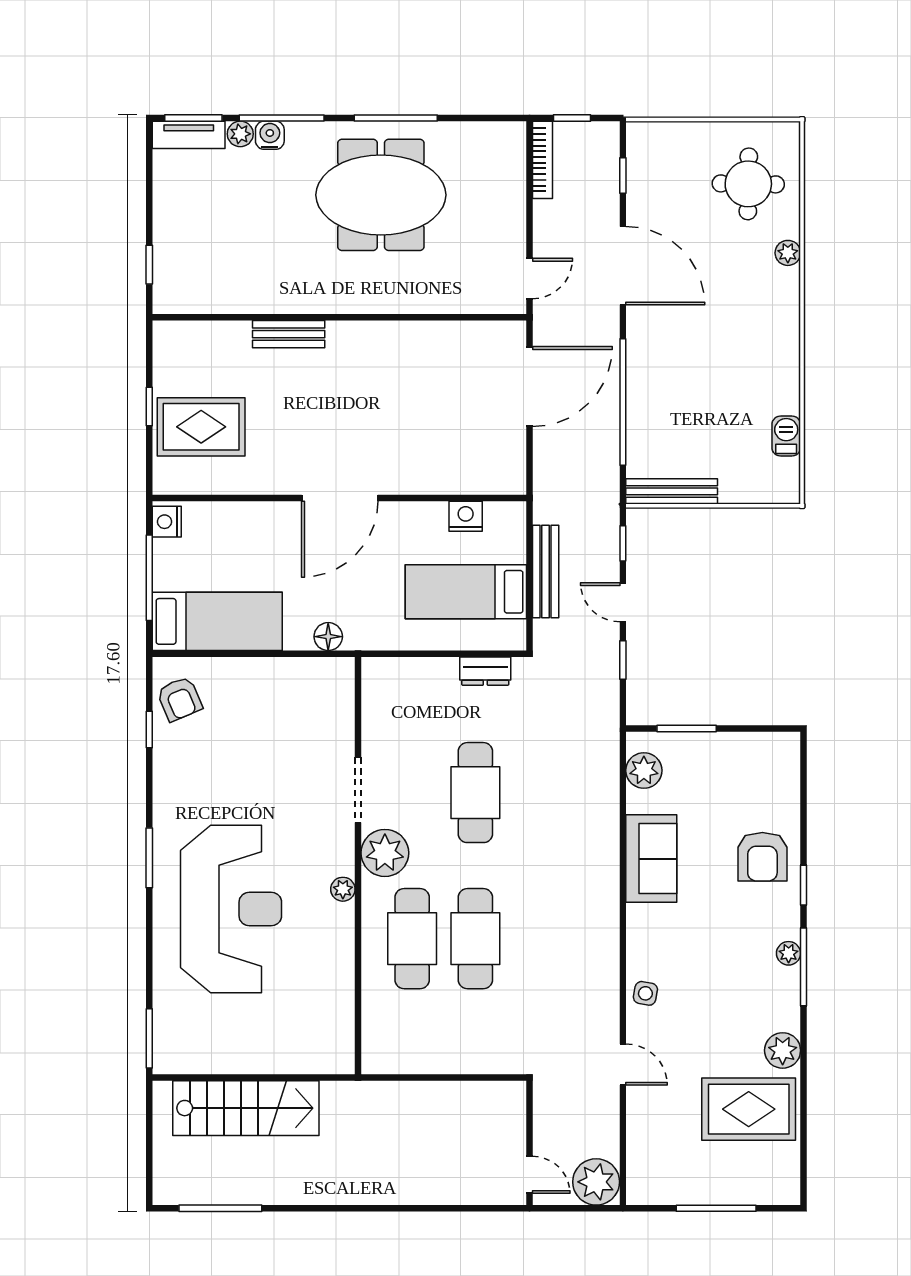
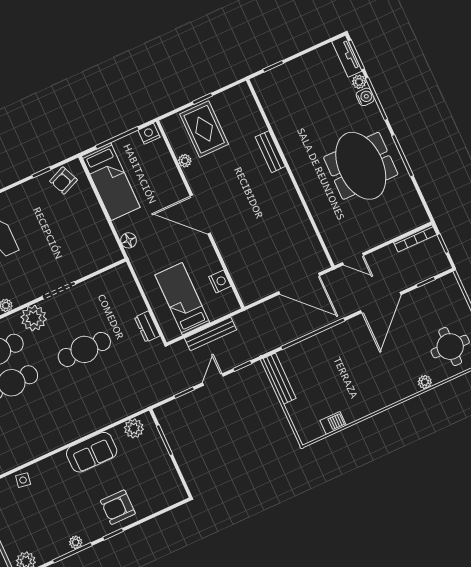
plant: (239, 483) -> (185, 161), added

